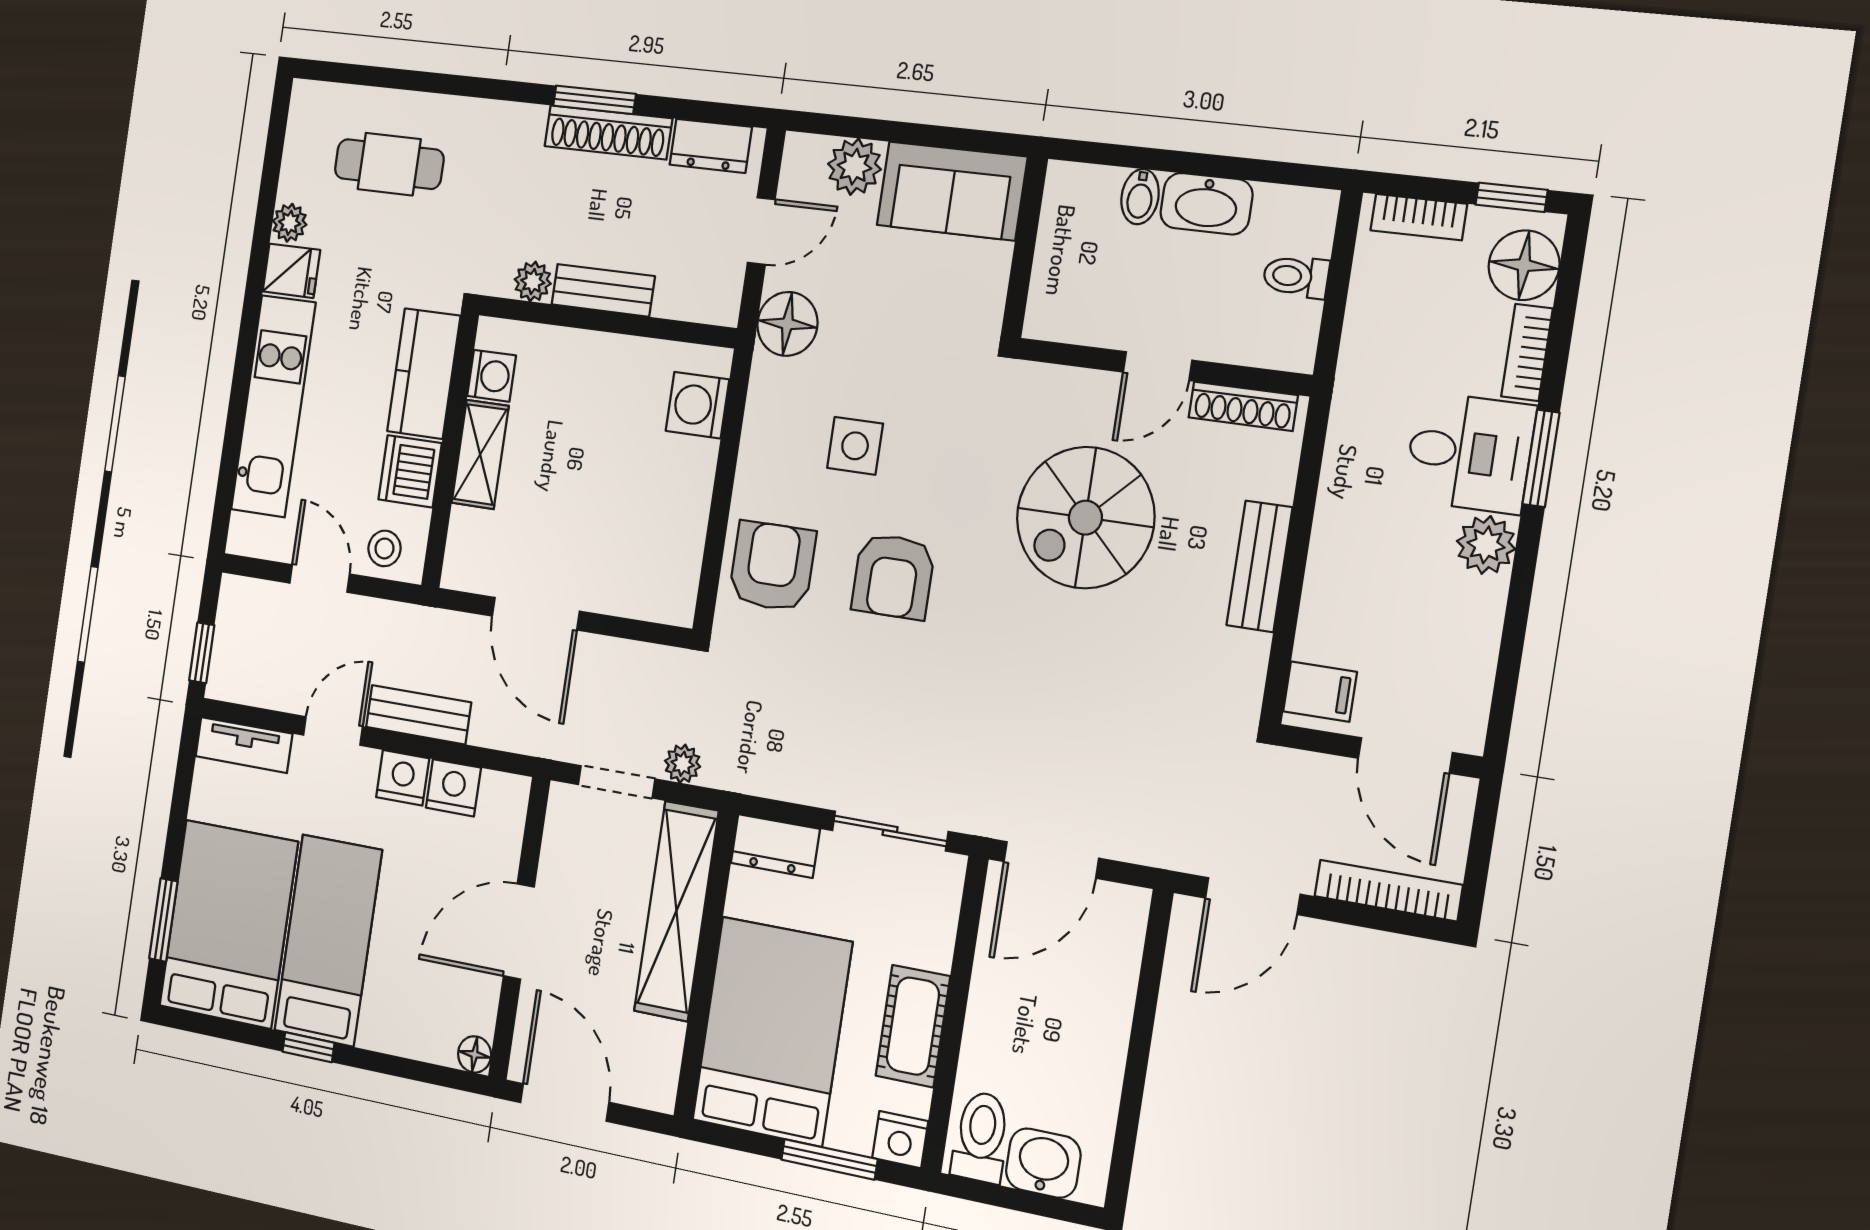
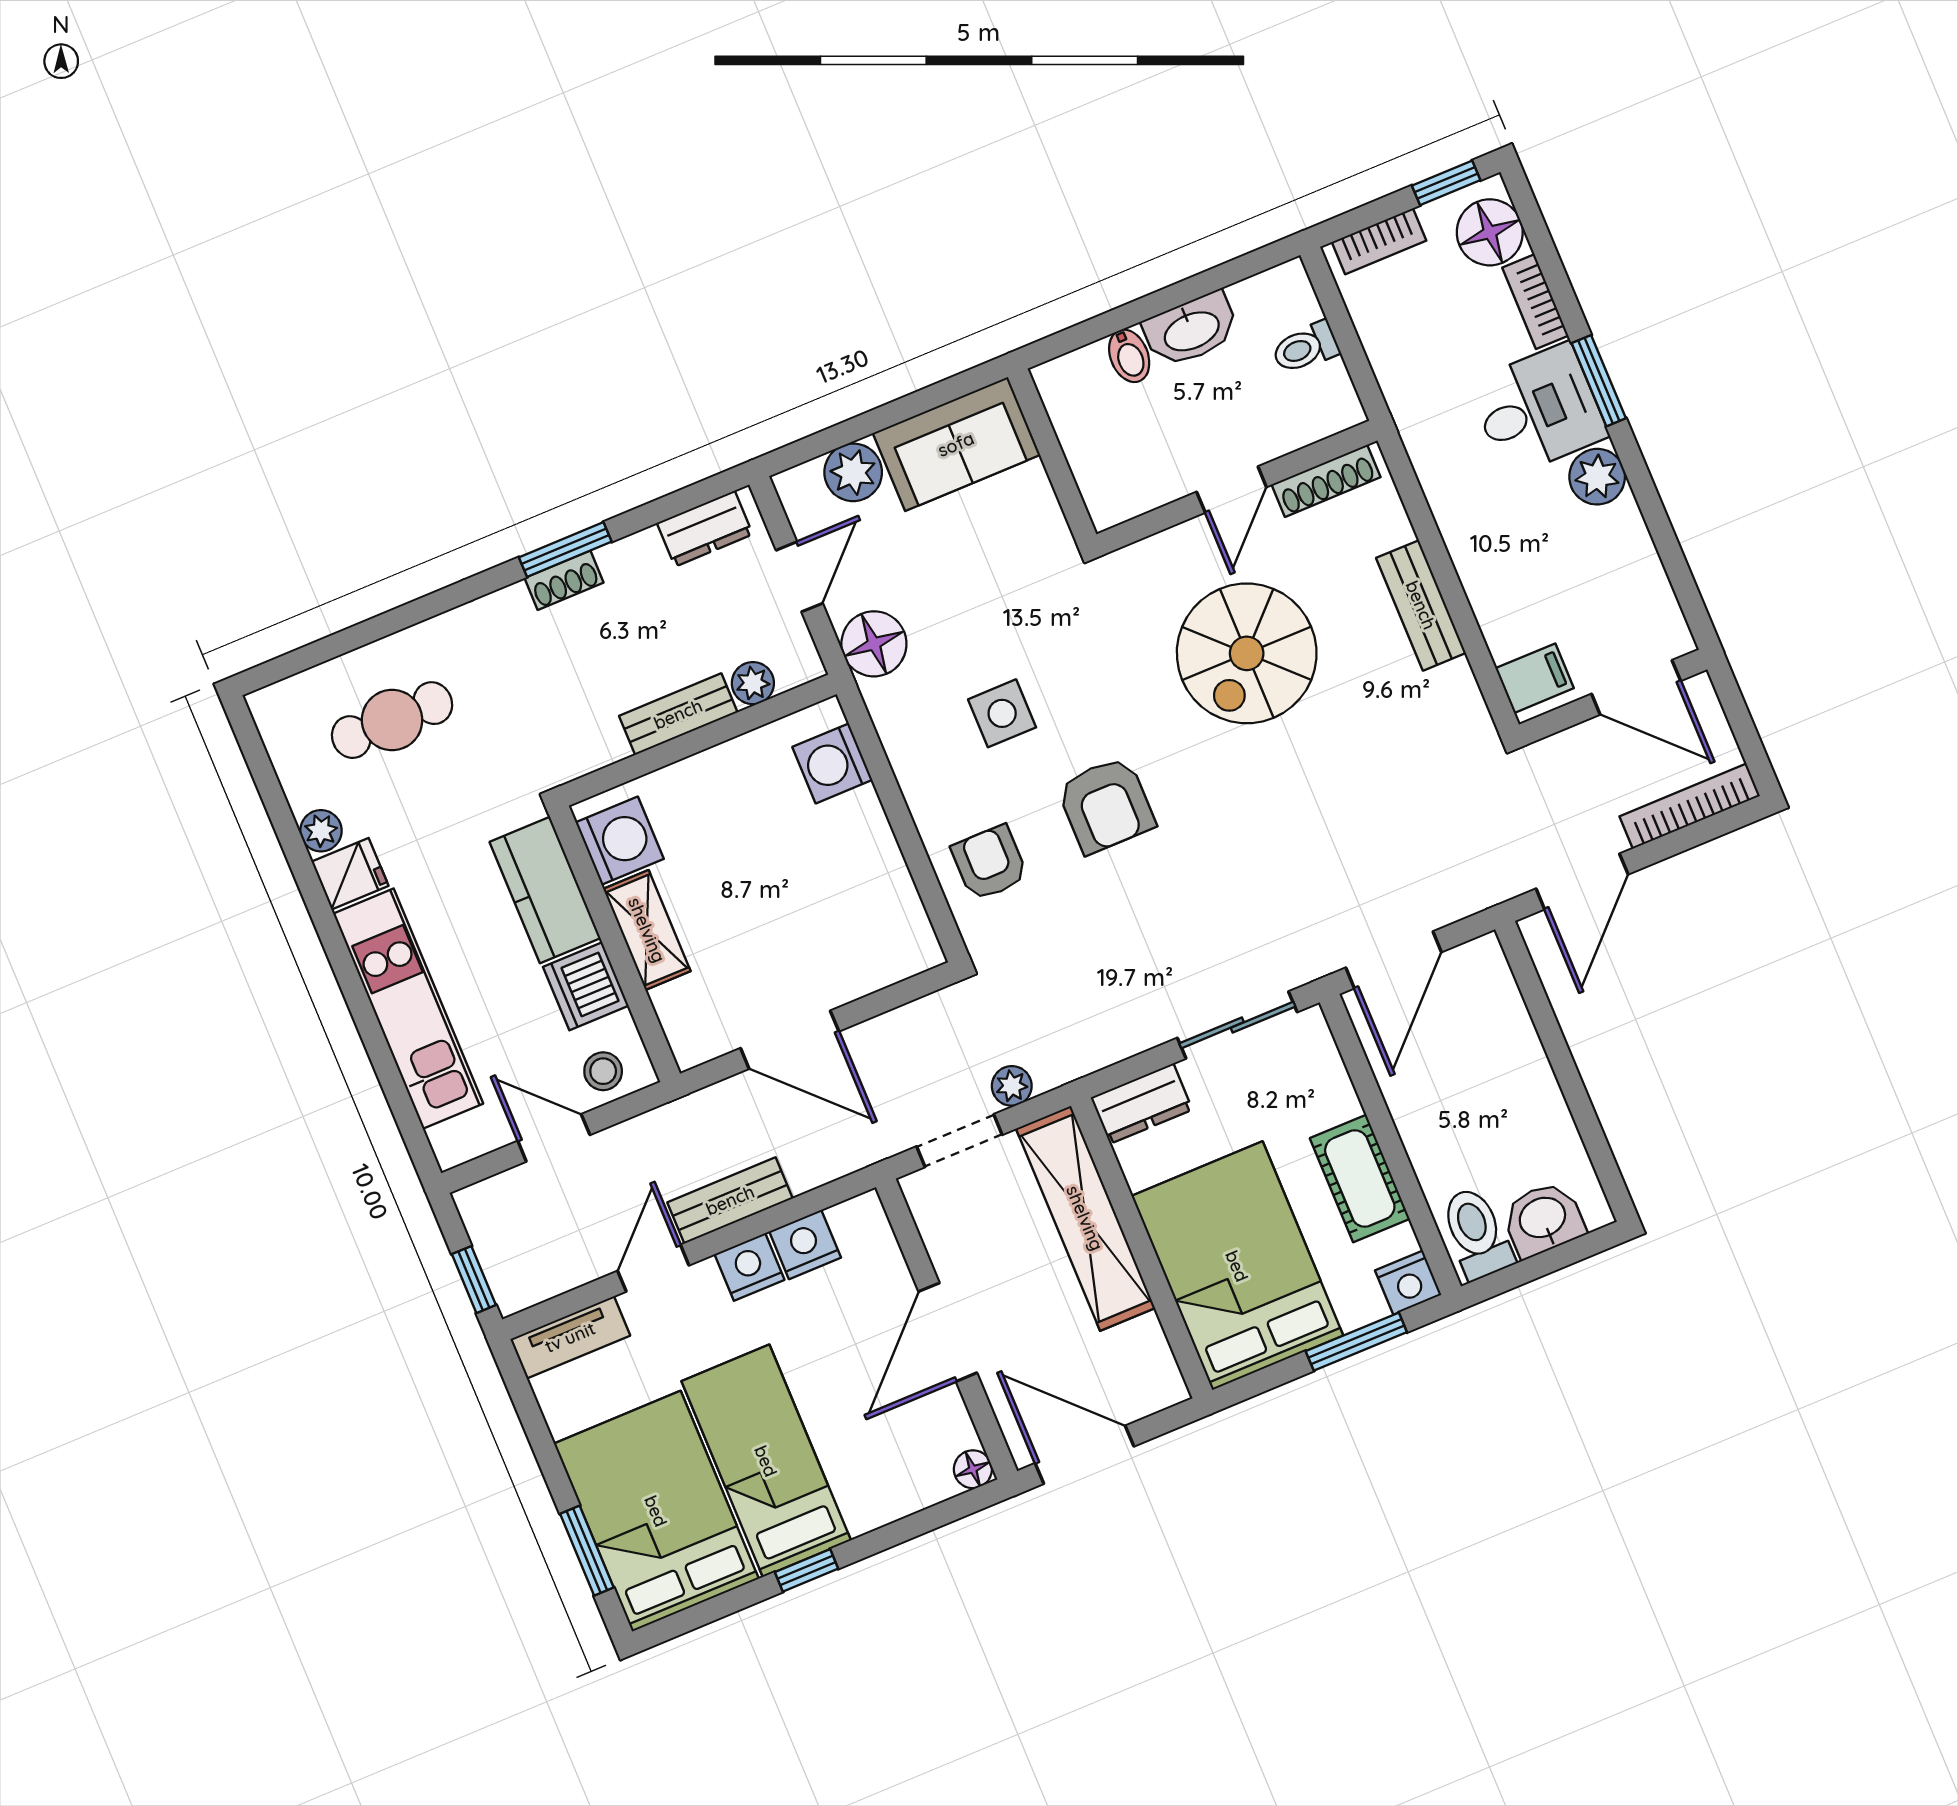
shoe rack: (608, 132) -> (564, 580), width x0.51, depth x0.81
plant: (533, 282) -> (753, 683), moved
washing machine: (492, 376) -> (620, 841), width x1.38, depth x1.38
armchair: (772, 566) -> (990, 863), width x0.72, depth x0.72

